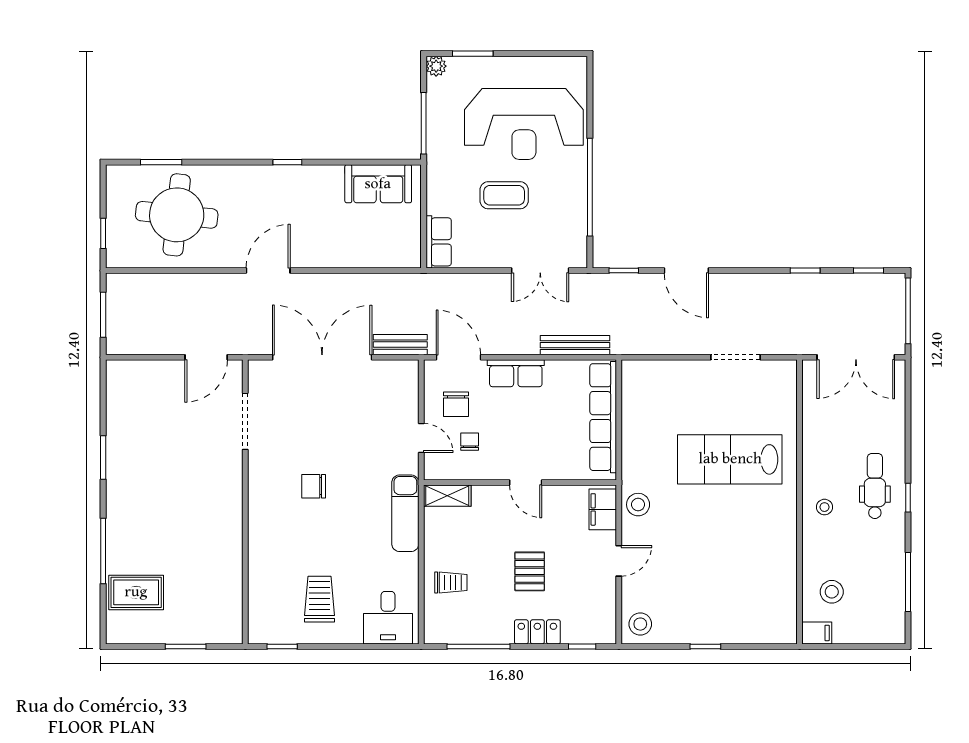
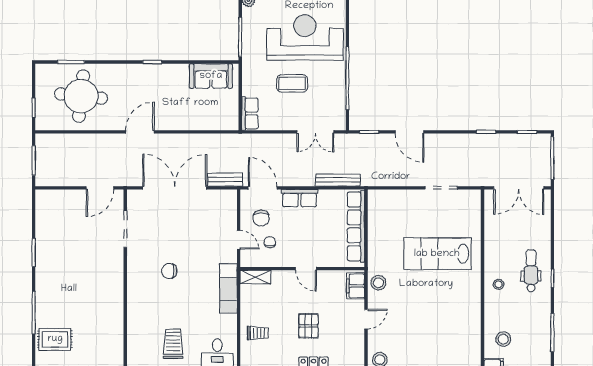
reception desk: (524, 124) -> (305, 37), turned 180

